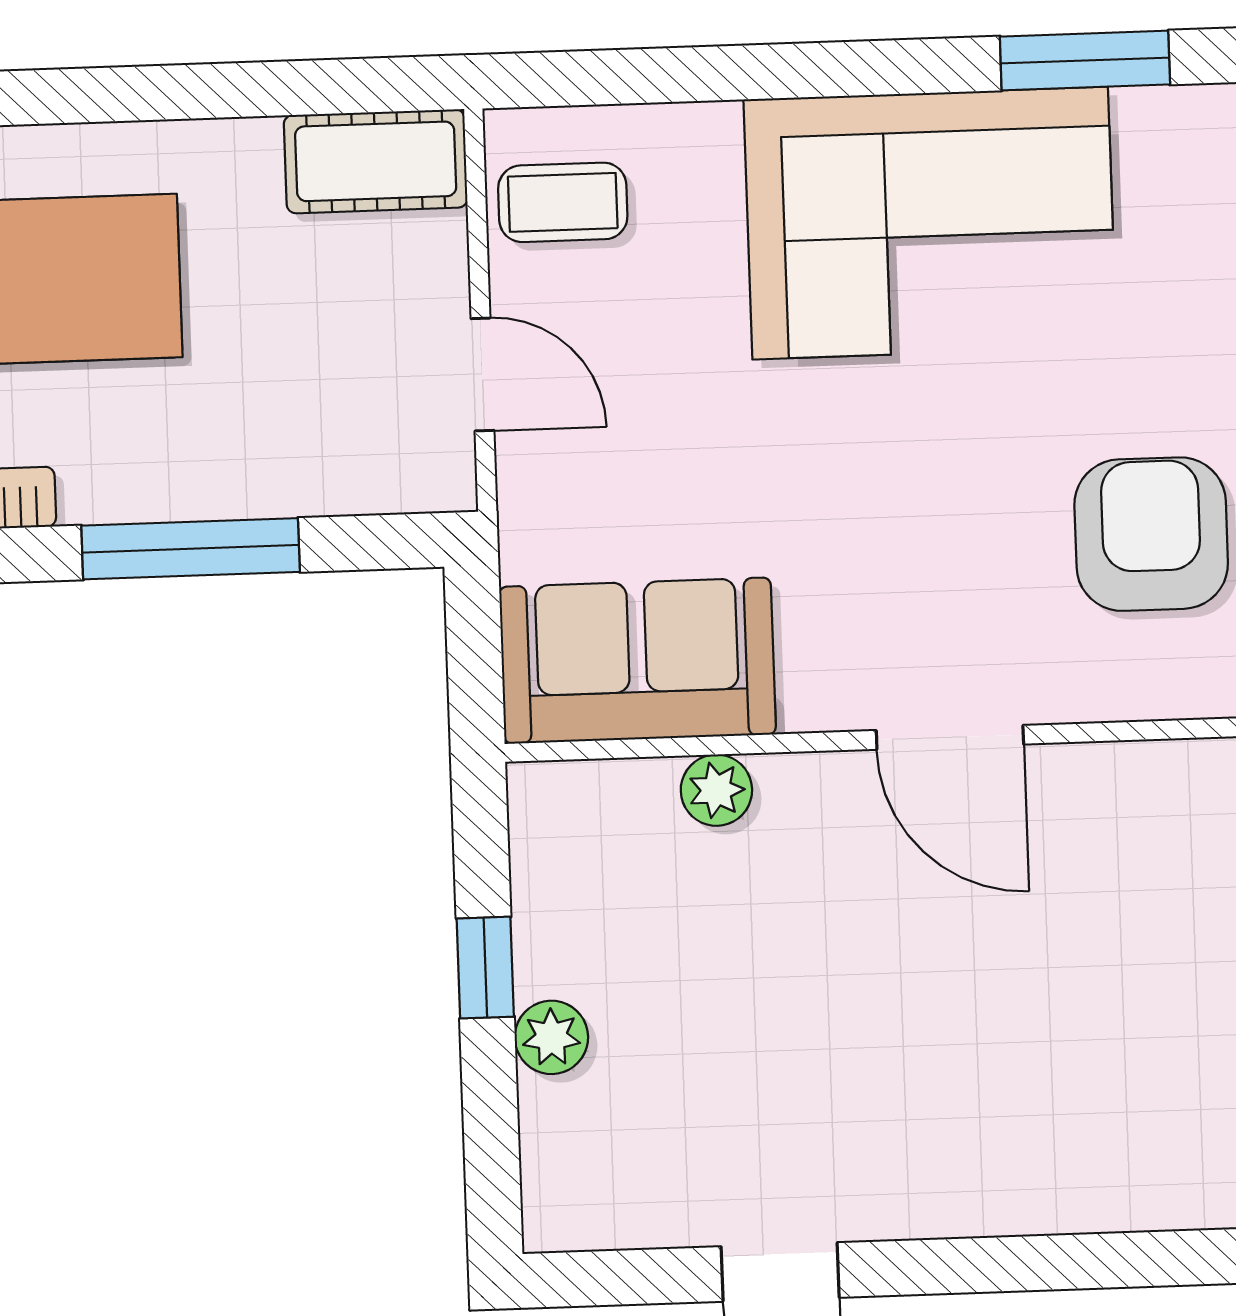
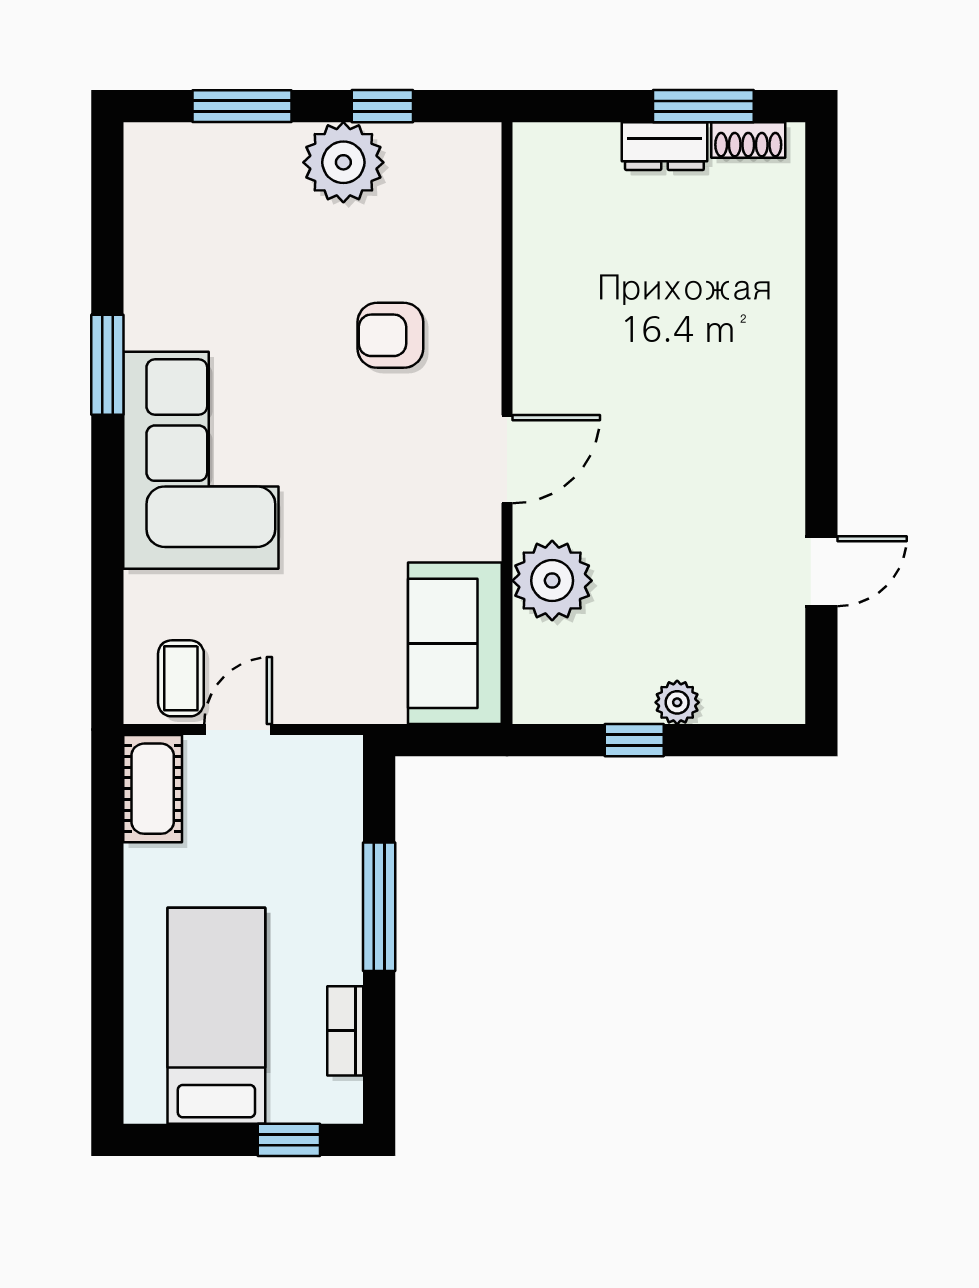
door: (483, 375) -> (238, 730), moved
armchair: (1151, 534) -> (390, 335), width x0.72, depth x0.72
plant: (716, 790) -> (552, 581), width x1.88, depth x1.88

